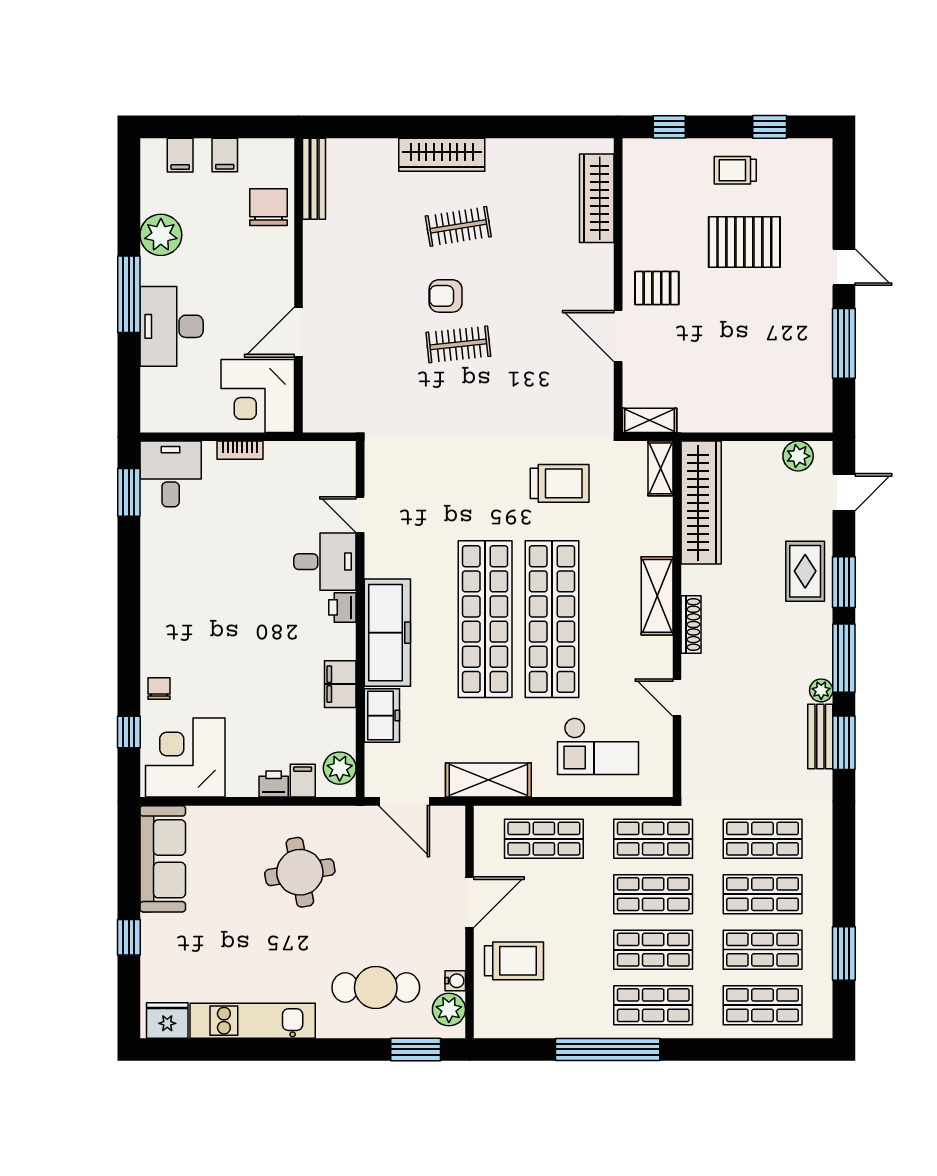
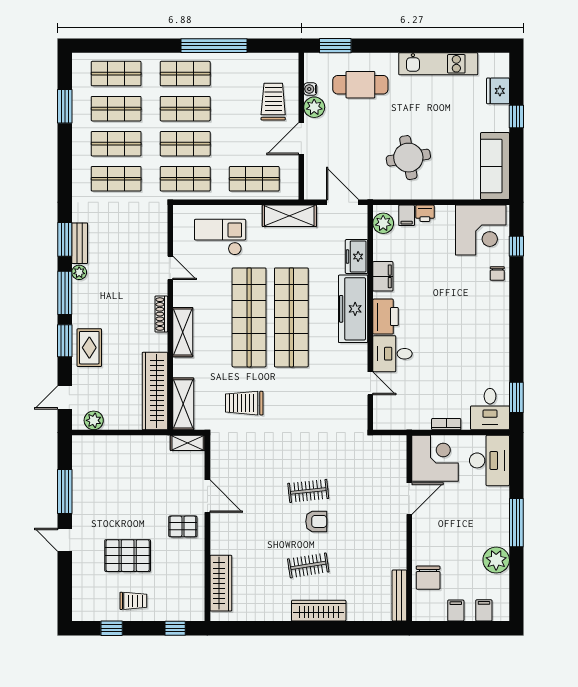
desk: (172, 326) -> (489, 460), moved
shelving: (660, 468) -> (183, 404), width x1.50, depth x1.33
printer: (342, 607) -> (386, 317), width x1.87, depth x1.48
trolley: (514, 961) -> (273, 102), turned 90
plant: (449, 1010) -> (314, 107), moved
fridge: (167, 1020) -> (498, 91), moved, turned 90

